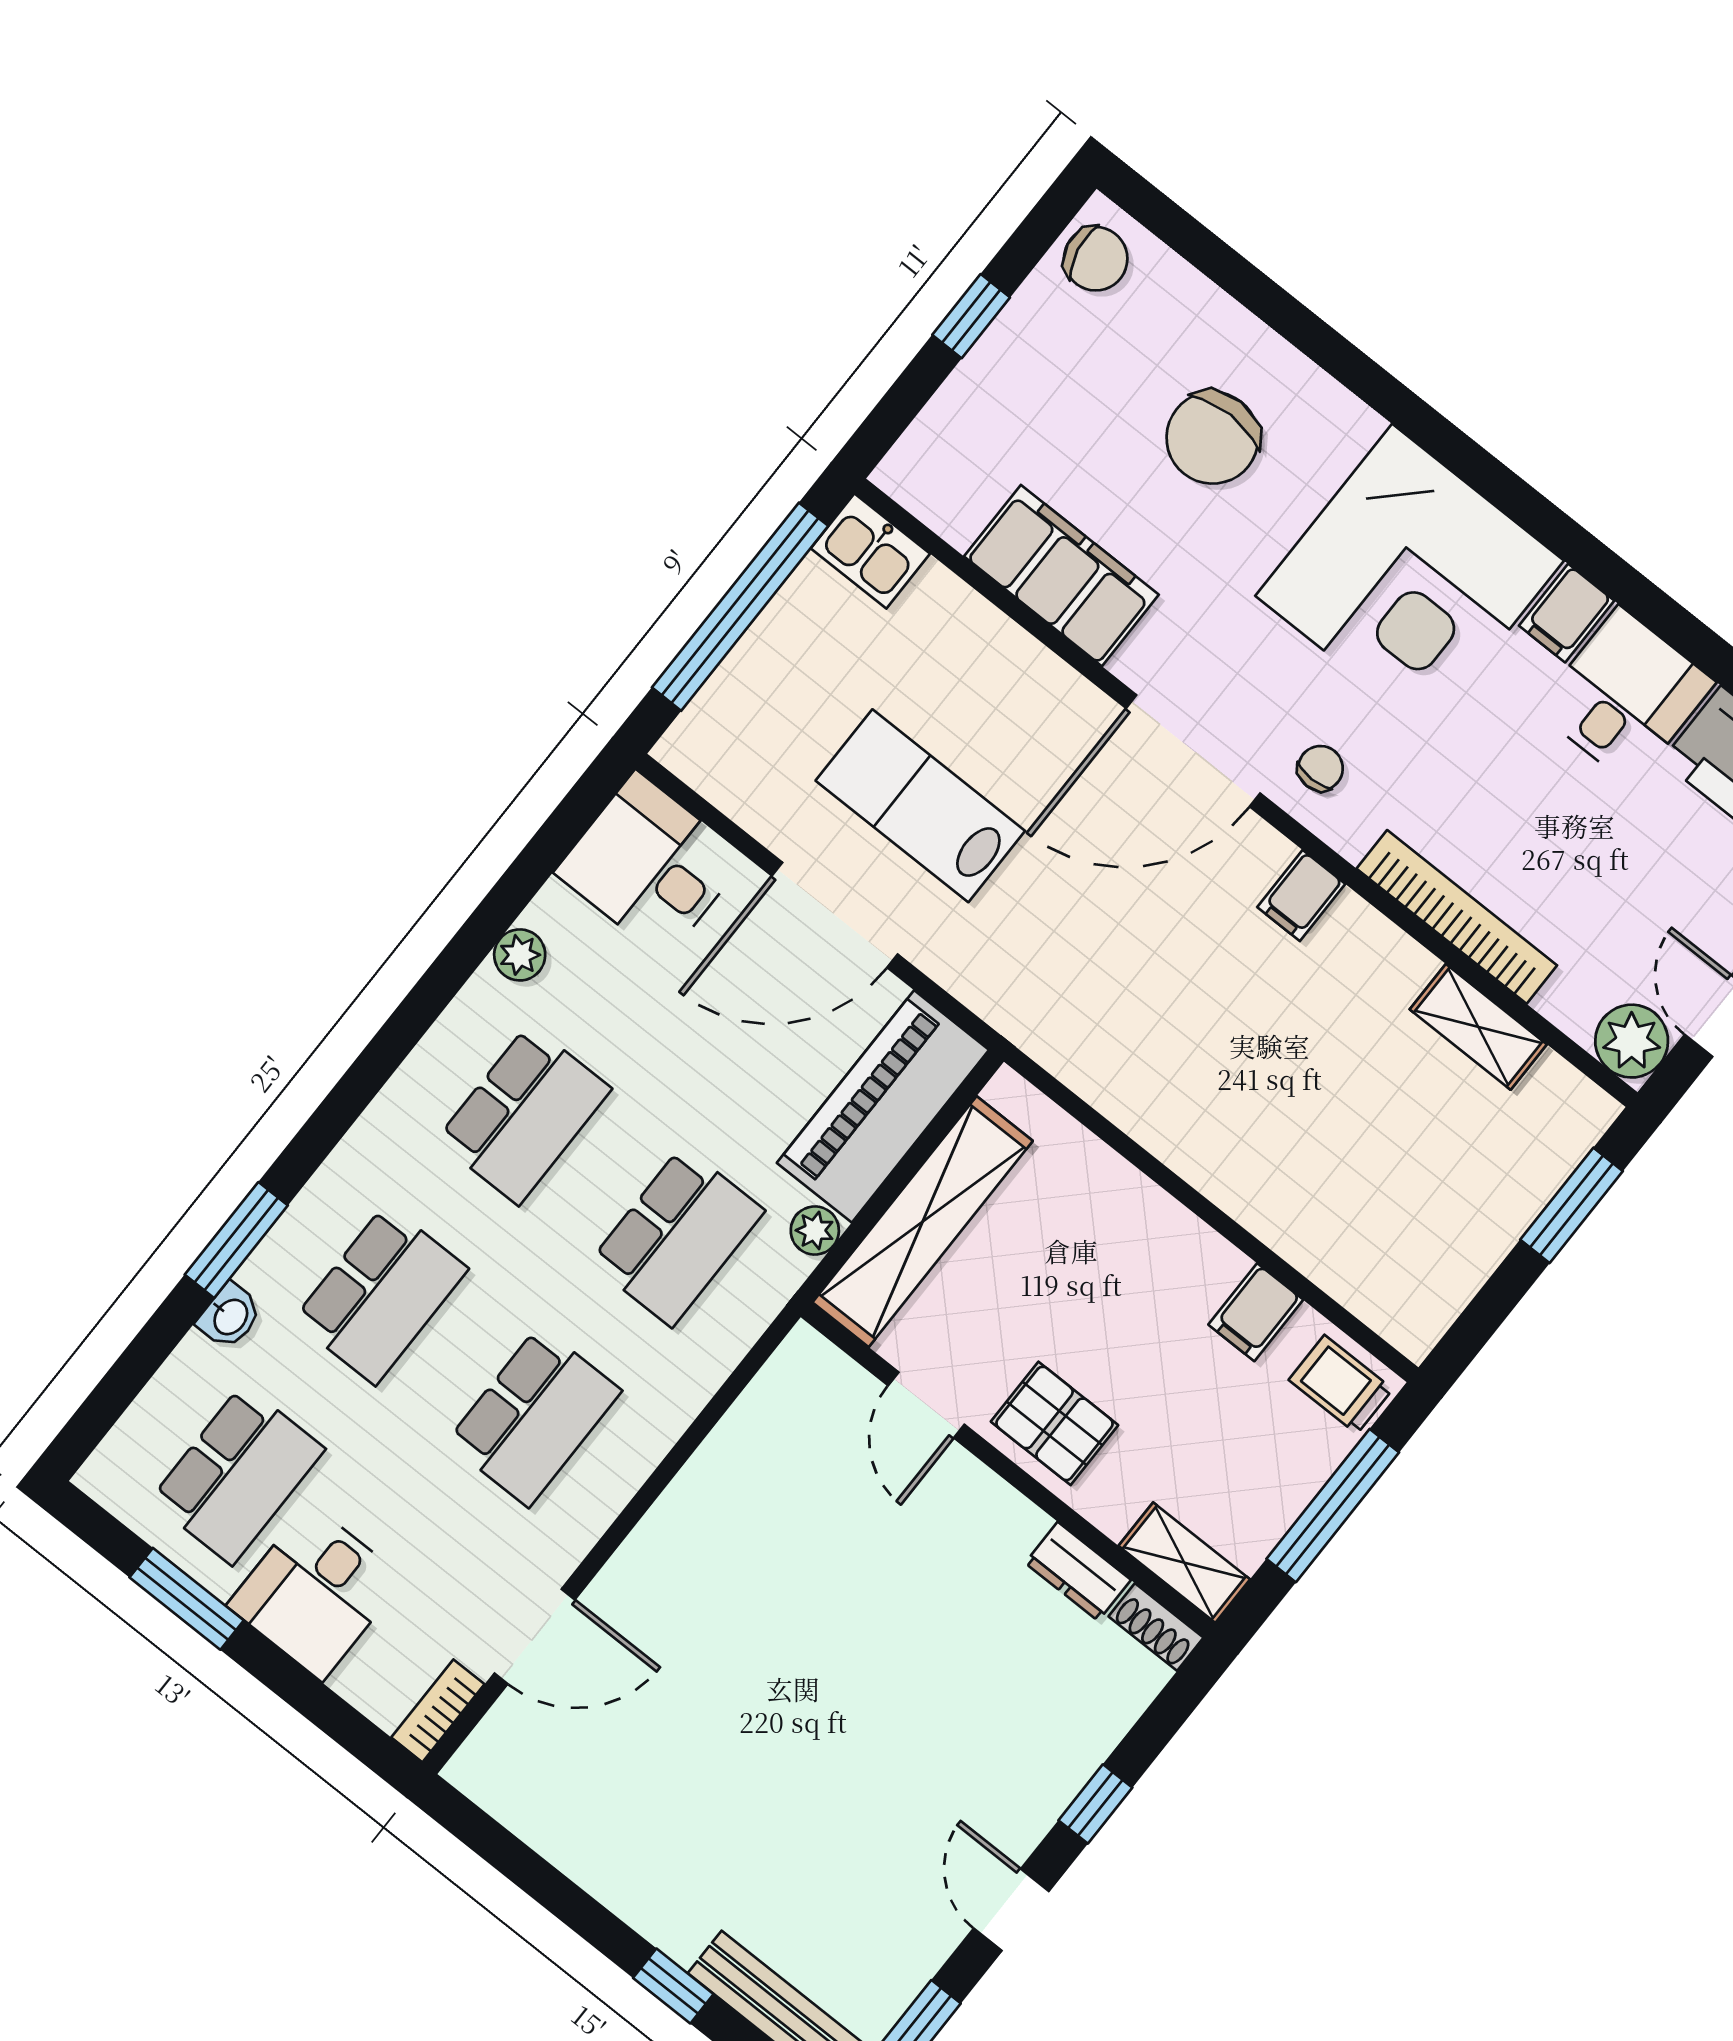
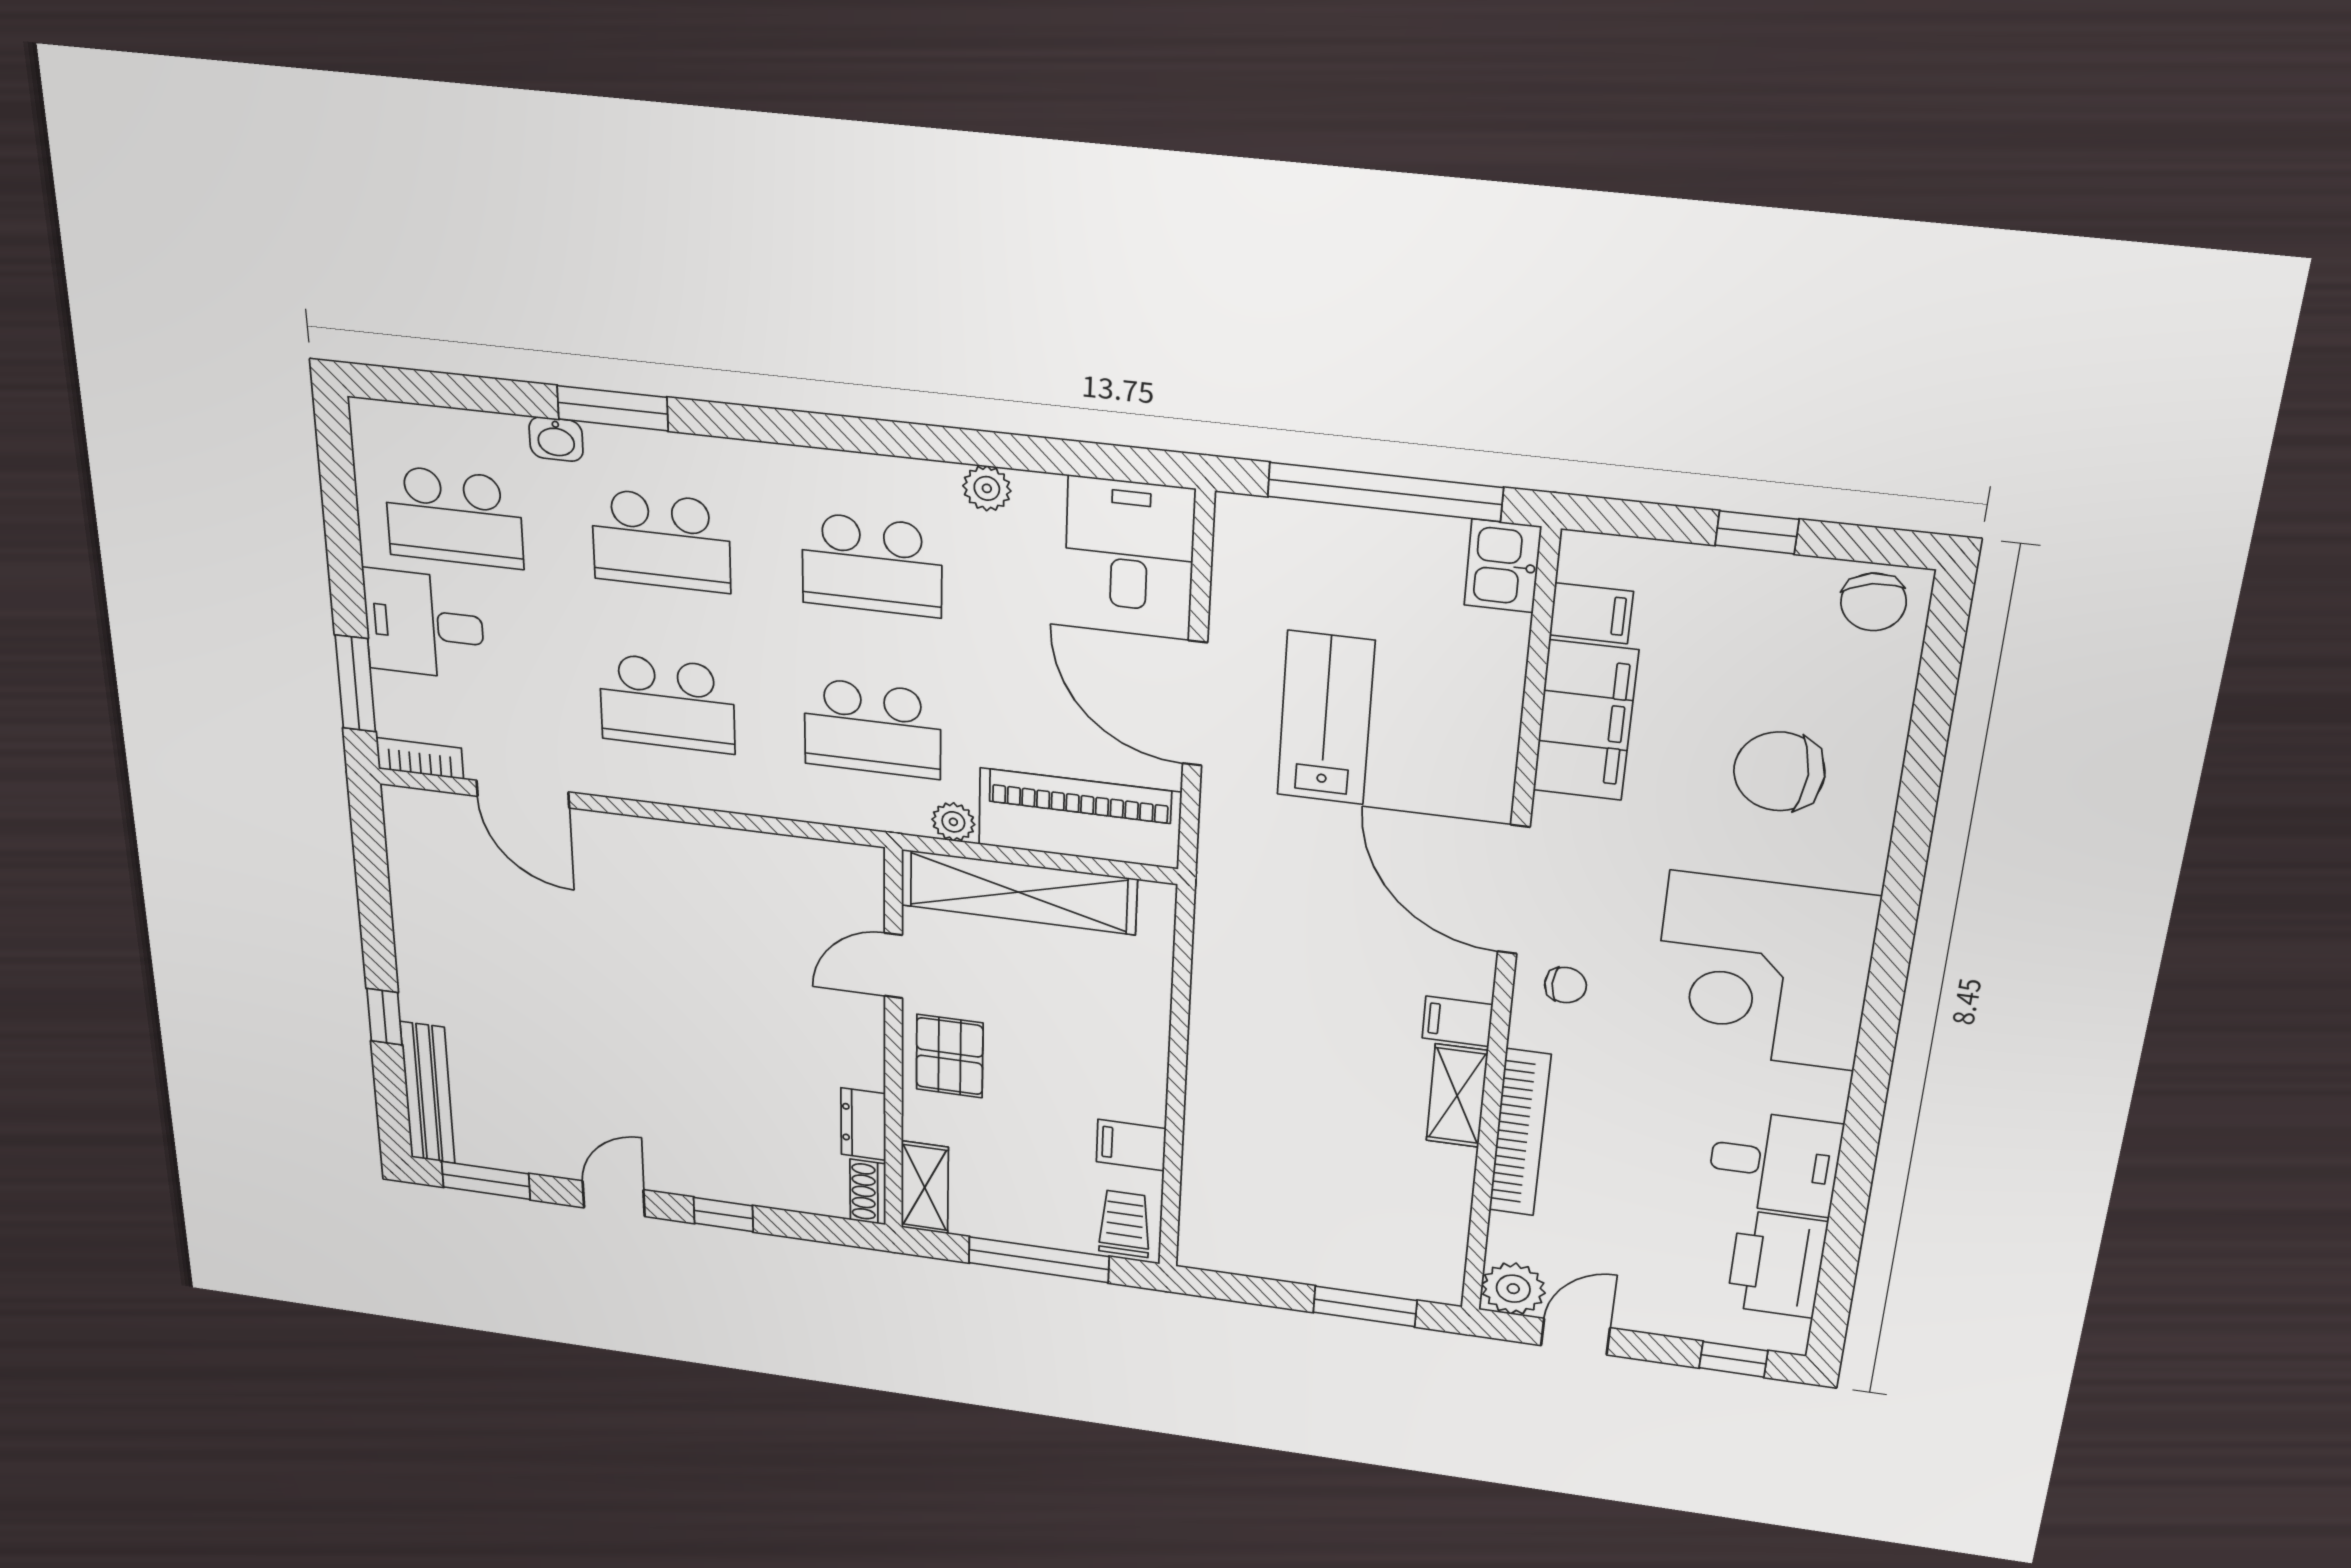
filing cabinet: (1567, 613) -> (1591, 613), moved, turned 180
shelving: (1478, 1027) -> (1457, 1096), moved
window: (187, 1599) -> (355, 684), moved

